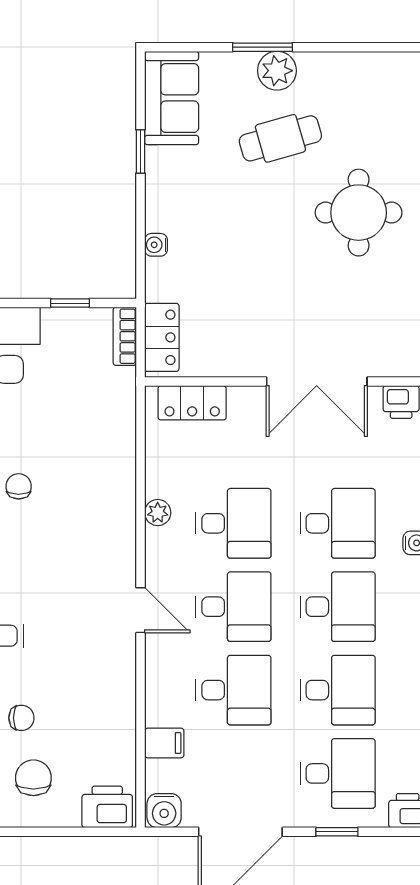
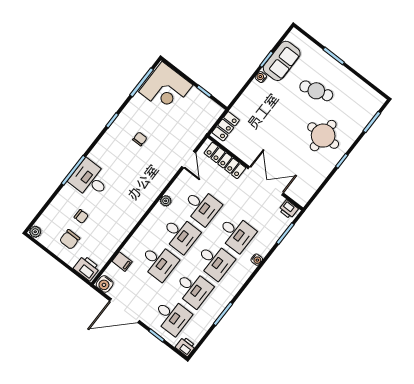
plant: (277, 71) -> (333, 68), removed
sofa: (172, 98) -> (282, 61), moved
water cooler: (156, 245) -> (261, 77), moved
bookcase: (125, 336) -> (214, 116), removed
double door: (317, 382) -> (266, 181), swing flipped
locker: (192, 403) -> (225, 160), width x1.53
plant: (158, 513) -> (166, 201), moved
door: (141, 610) -> (189, 160), moved
chair: (33, 778) -> (70, 239), turned 180

